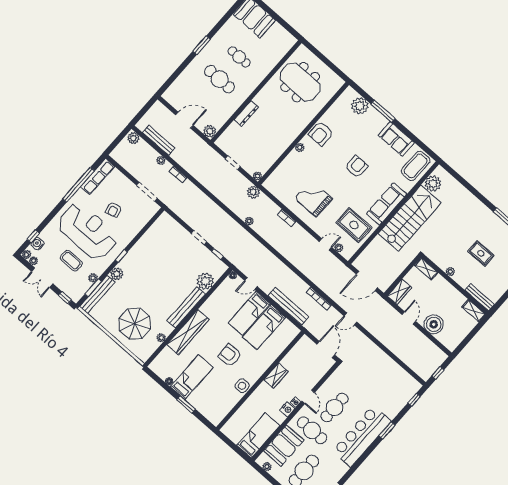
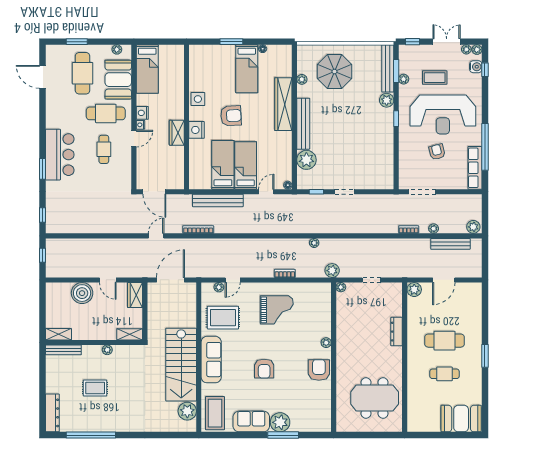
plant: (360, 106) -> (280, 422), moved
nightstand: (261, 366) -> (197, 130), added
door: (308, 397) -> (134, 139), swing flipped
cafe table: (334, 407) -> (104, 149), width x0.73, depth x0.74
bar counter: (362, 436) -> (60, 155), width x0.73

